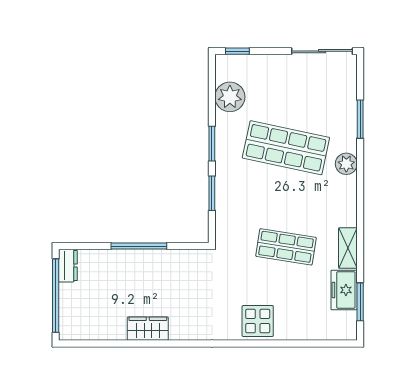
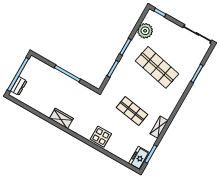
plant: (346, 164) -> (180, 90), removed
dresser: (68, 266) -> (19, 86), moved
freezer: (344, 290) -> (139, 158), moved
wardrobe: (148, 329) -> (61, 118), moved

